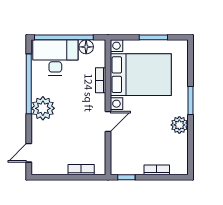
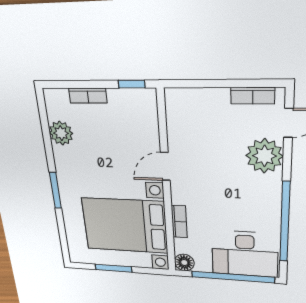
floor lamp: (86, 47) -> (184, 263), moved
plant: (43, 108) -> (264, 156), moved
plant: (179, 125) -> (61, 133), moved
bookcase: (81, 170) -> (253, 96), moved

